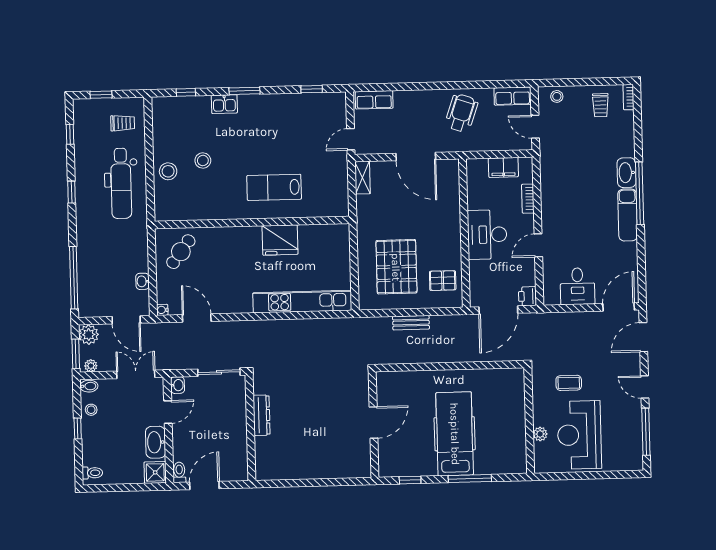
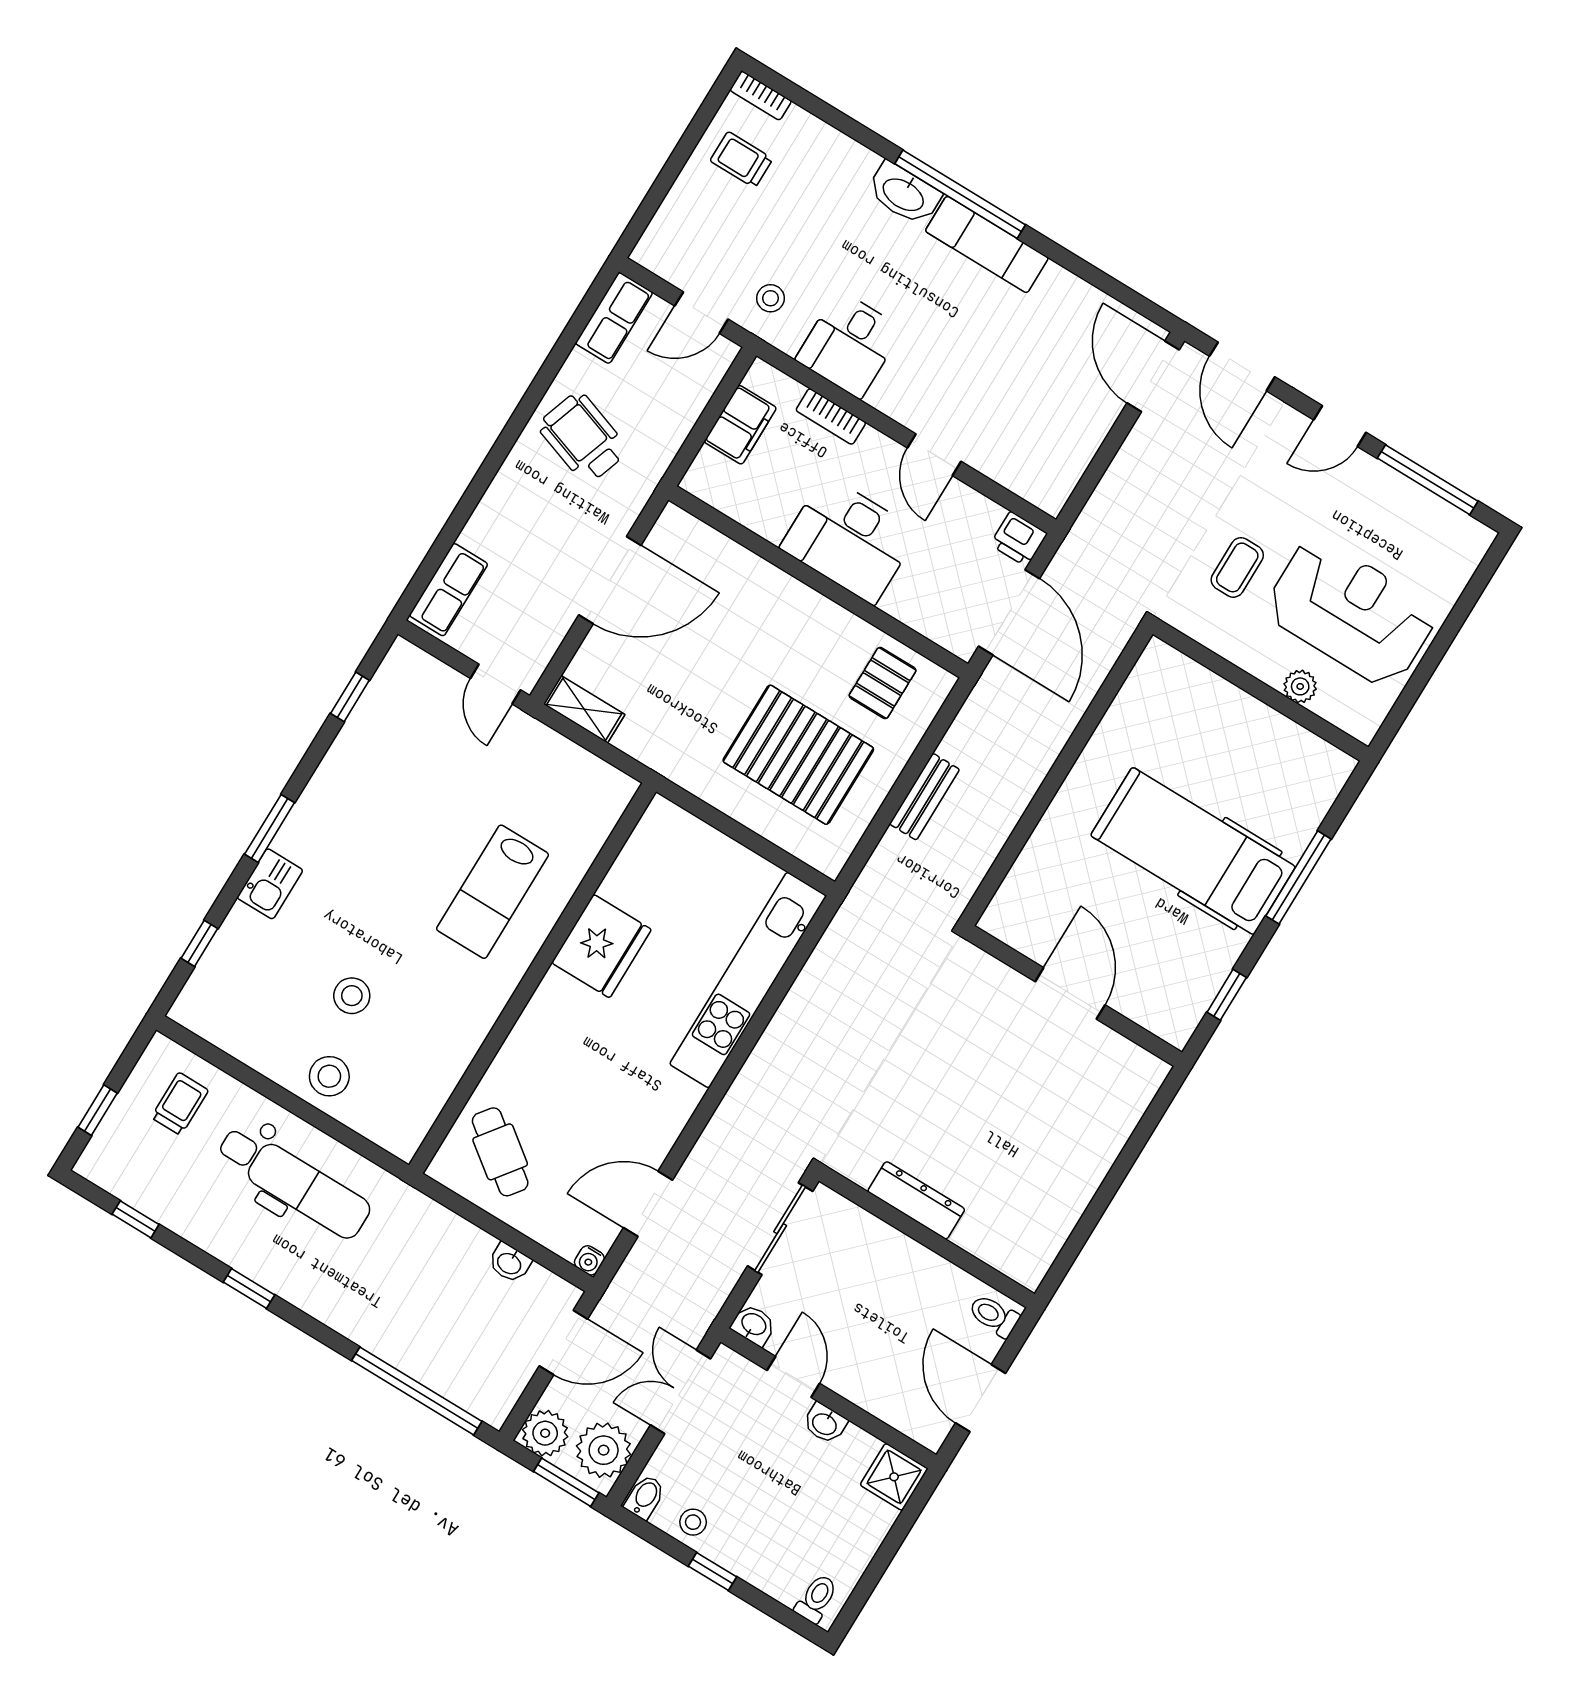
stool: (557, 96) -> (771, 298), moved
trolley: (601, 105) -> (741, 160), turned 180
desk: (578, 286) -> (849, 344), moved, turned 90
plant: (91, 366) -> (604, 1450), width x1.88, depth x1.88
reception desk: (579, 435) -> (1351, 612), turned 180
washbasin: (156, 442) -> (825, 1423), width x0.52, depth x0.69
toilet: (179, 472) -> (994, 1316), moved

